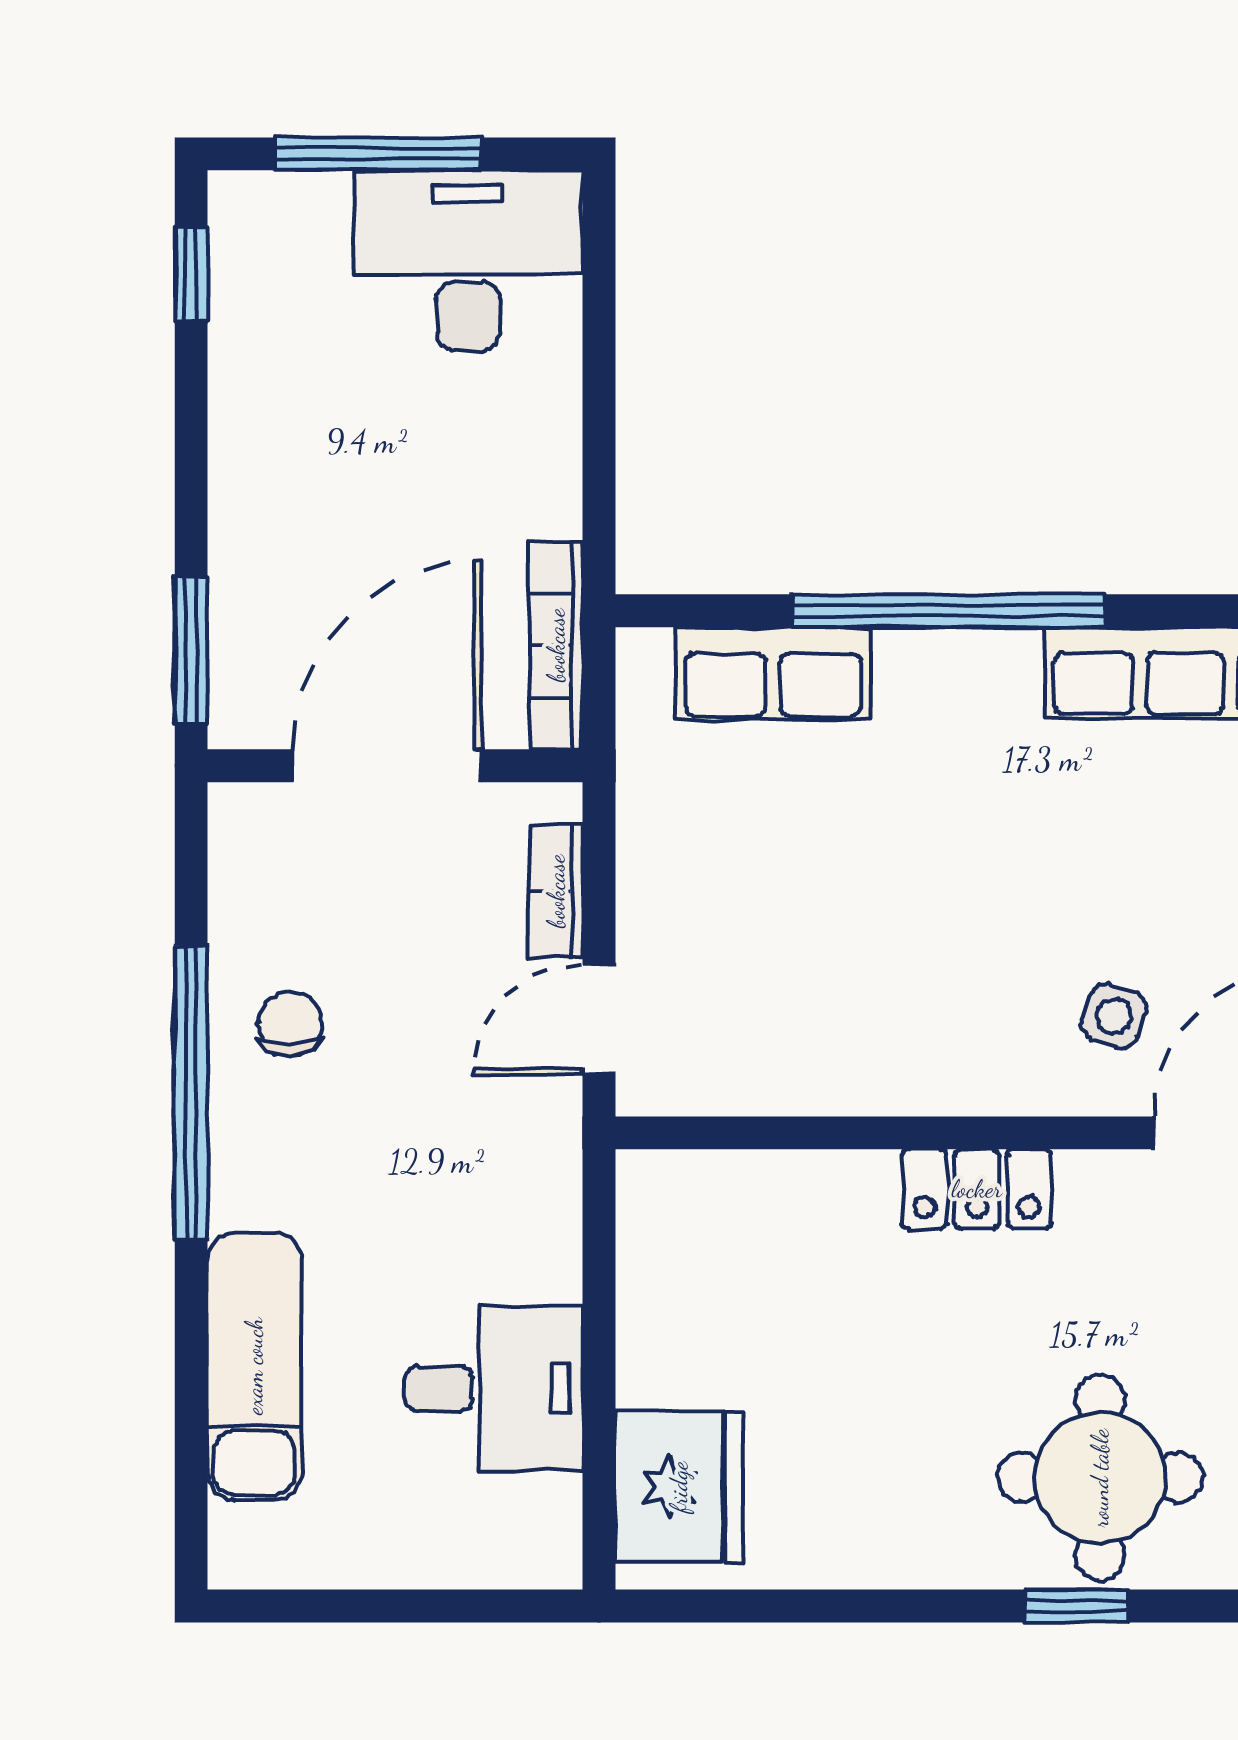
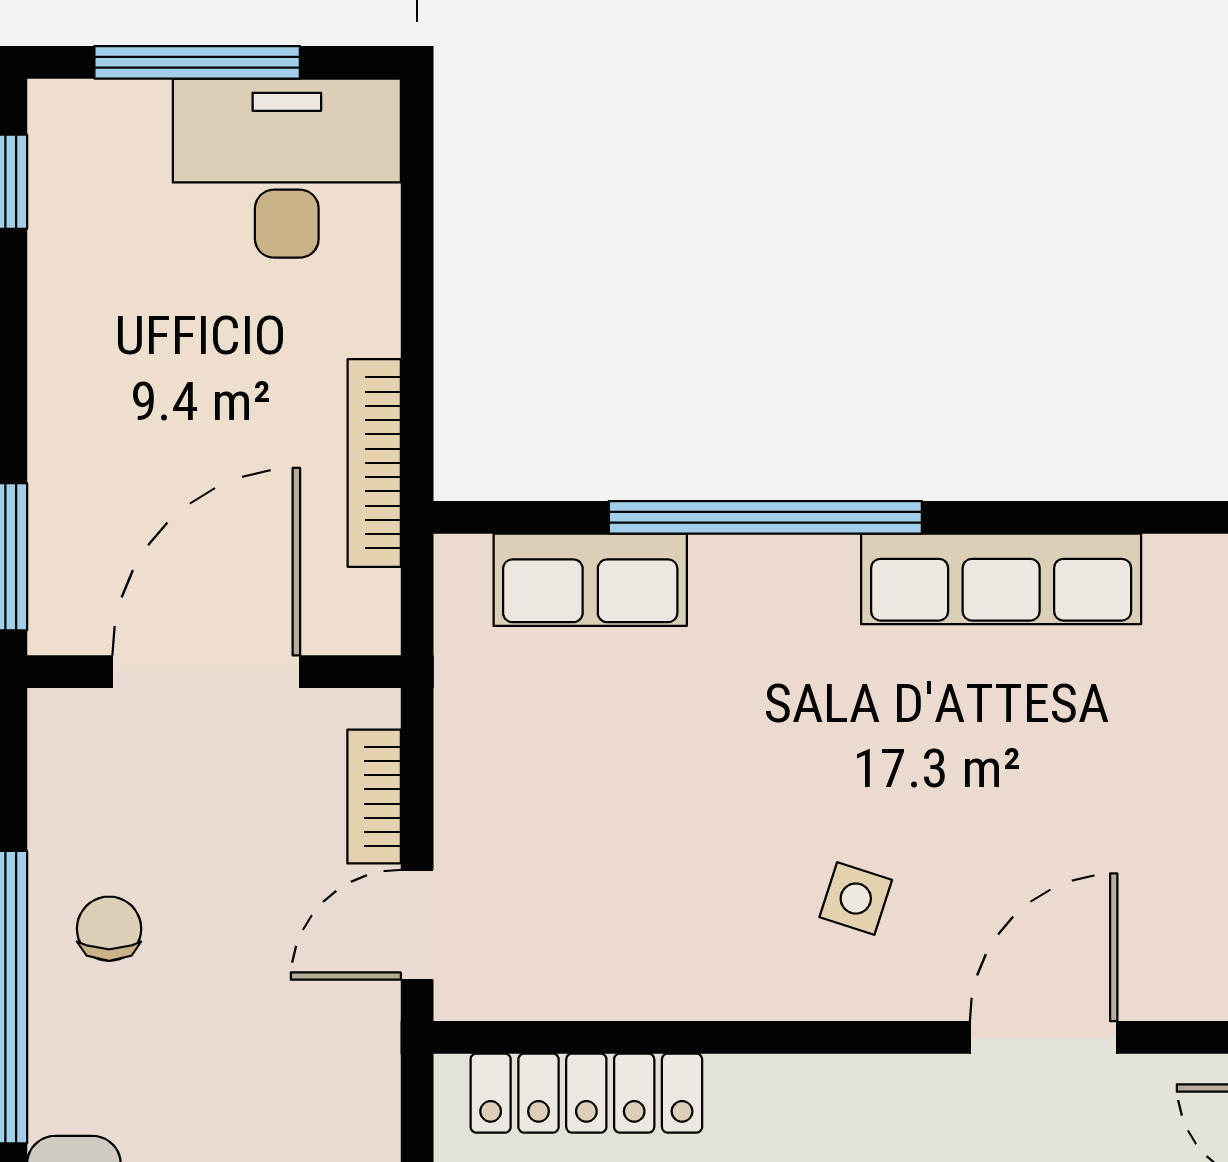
bookcase: (556, 645) -> (374, 463), moved
side table: (1114, 1016) -> (856, 899), moved
locker: (977, 1189) -> (586, 1093), moved, width x1.53

